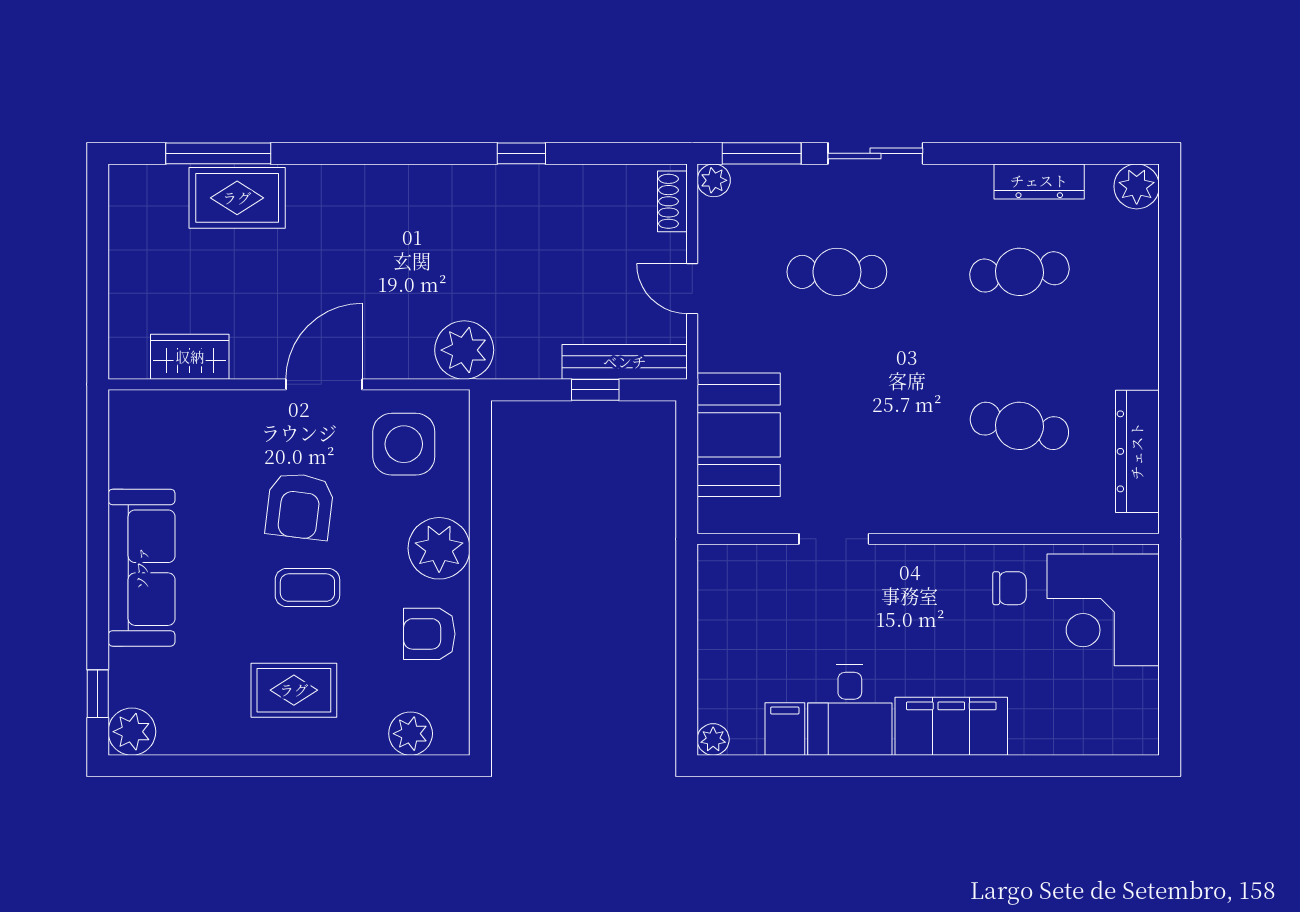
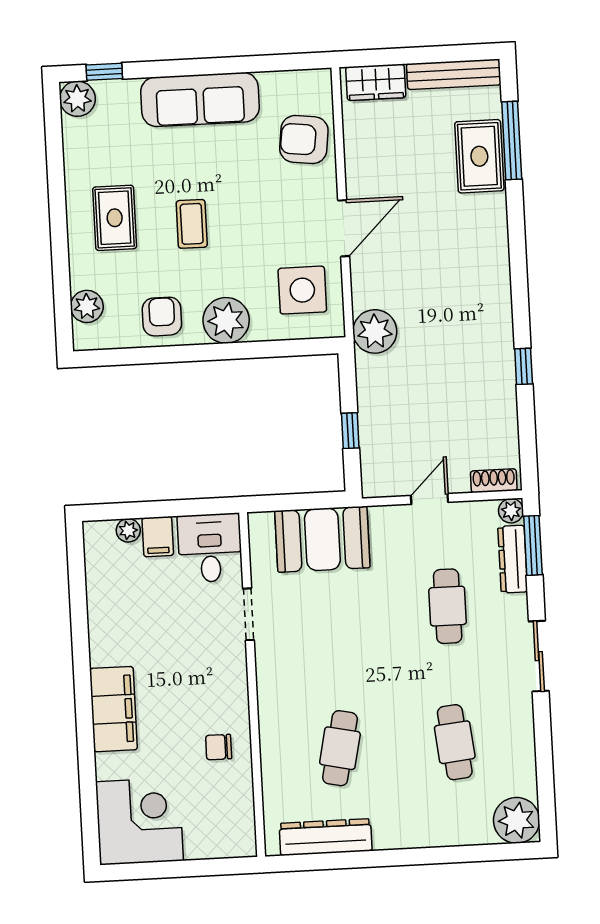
sliding door: (875, 153) -> (539, 656), moved
dresser: (1039, 181) -> (513, 559), moved
plant: (1137, 186) -> (517, 820), width x1.36, depth x1.36
wardrobe: (190, 357) -> (376, 82), moved, turned 90
bench: (625, 362) -> (454, 74), moved, turned 90
door: (324, 384) -> (344, 228), hinge flipped
armchair: (300, 506) -> (304, 140), moved
chair: (1009, 588) -> (219, 747), turned 90
corner desk: (1103, 610) -> (139, 821), moved, turned 90
desk: (850, 710) -> (210, 548), moved, turned 90
filing cabinet: (785, 729) -> (158, 537), moved, turned 90
plant: (713, 739) -> (128, 530), moved

